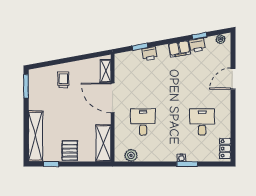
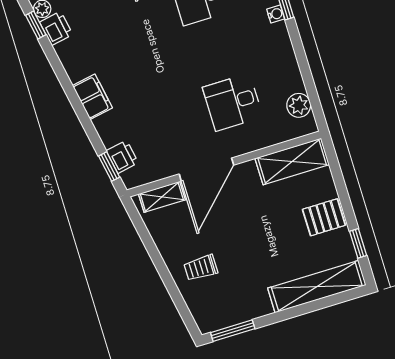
window: (199, 36) -> (36, 25), moved
printer: (197, 45) -> (56, 28), moved
window: (140, 47) -> (109, 167), moved
filing cabinet: (179, 49) -> (92, 97), moved
printer: (150, 54) -> (122, 157), moved

